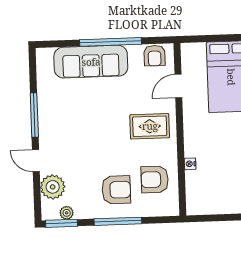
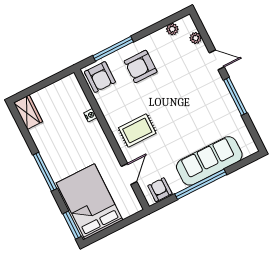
armchair: (155, 179) -> (100, 77), moved, turned 90
plant: (53, 187) -> (196, 38), width x0.53, depth x0.53
window: (118, 221) -> (113, 49), moved
window: (62, 223) -> (172, 19), removed

